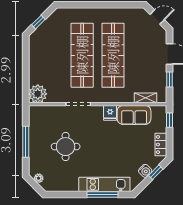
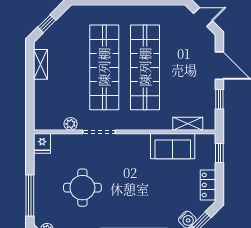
shelving: (34, 53) -> (41, 64), added
plant: (38, 94) -> (71, 124), moved, width x0.53, depth x0.53
fridge: (110, 113) -> (42, 143), moved
window: (26, 142) -> (30, 195), moved

